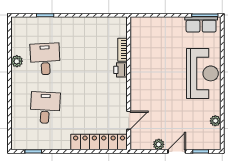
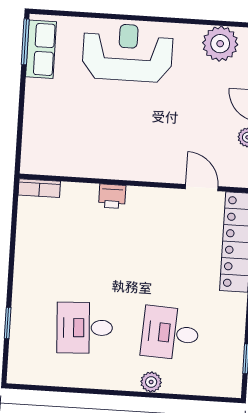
bookcase: (122, 50) -> (39, 188), moved
plant: (17, 61) -> (151, 382), moved
plant: (215, 121) -> (220, 44), width x1.88, depth x1.88

